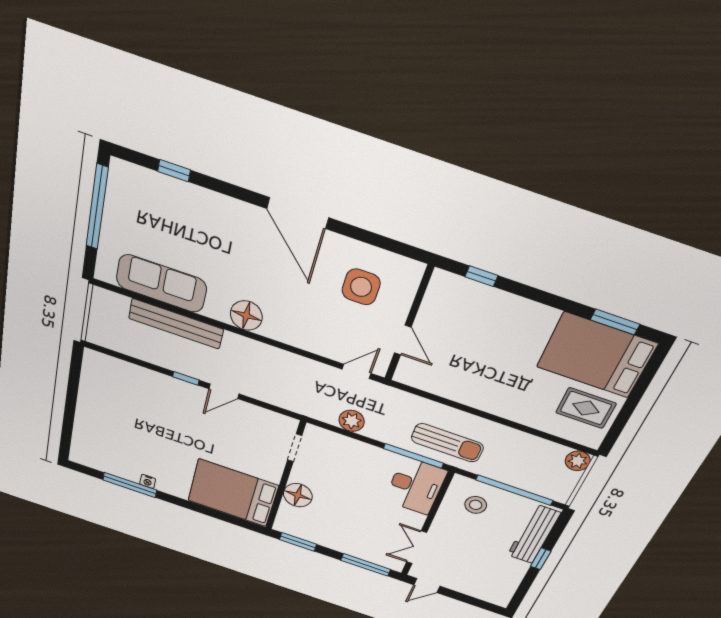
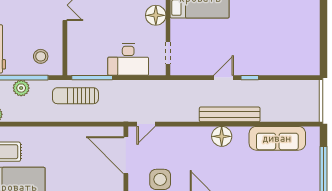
bench: (176, 324) -> (230, 114), moved
door: (403, 340) -> (126, 155), width x1.88
plant: (352, 421) -> (21, 88), moved
desk: (416, 486) -> (128, 60), moved, turned -90

